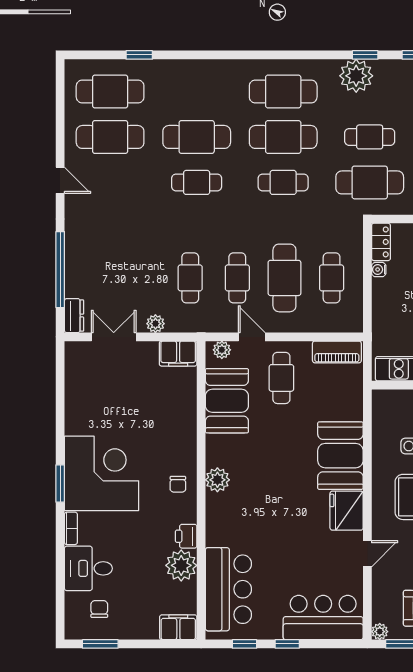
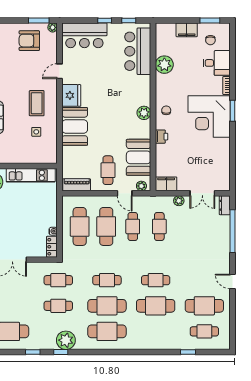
cafe table: (110, 91) -> (204, 331), width x0.73, depth x0.74
cafe table: (370, 182) -> (58, 280), width x0.73, depth x0.74
cafe table: (332, 278) -> (80, 226), width x1.37, depth x1.35
printer: (186, 536) -> (162, 137), moved
filing cabinet: (178, 627) -> (187, 30), moved

